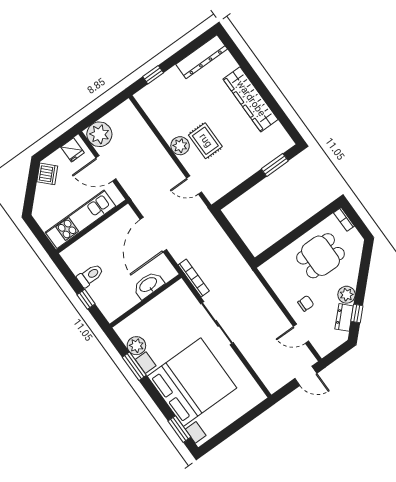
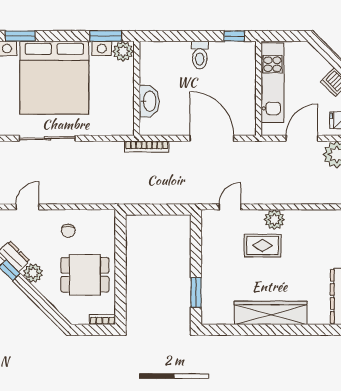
dining table: (320, 256) -> (85, 275), turned 90
toilet: (90, 275) -> (200, 55), moved
washbasin: (148, 285) -> (149, 101), moved
window: (86, 299) -> (234, 36), moved
wall: (146, 301) -> (137, 88), moved
chair: (306, 303) -> (68, 231), moved
sliding door: (217, 323) -> (47, 138), moved

